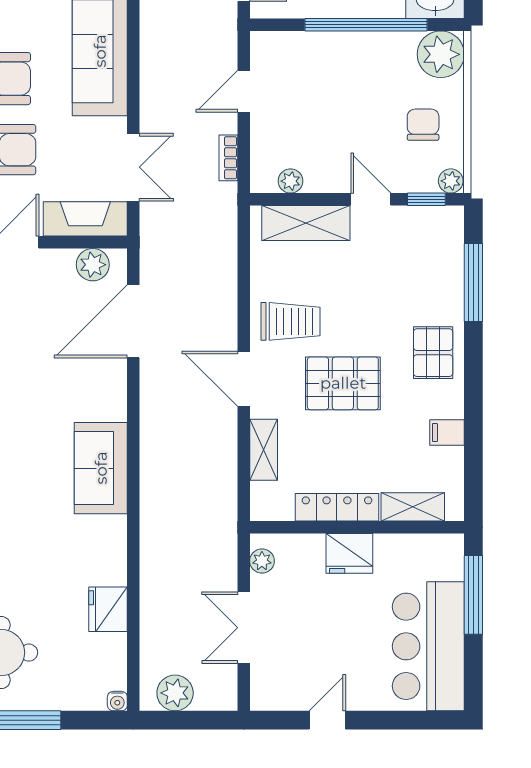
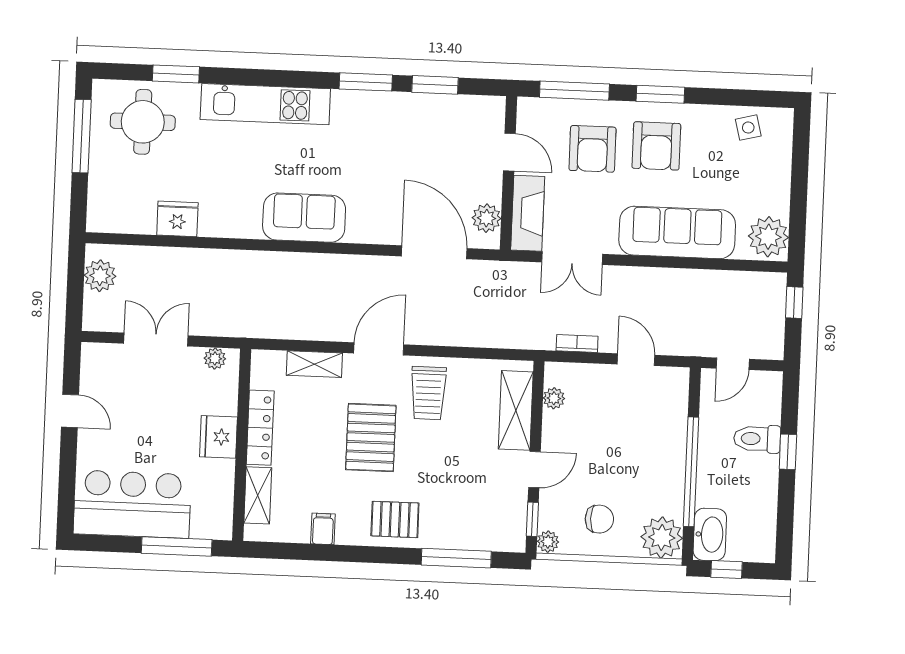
water cooler: (117, 701) -> (95, 224), removed

